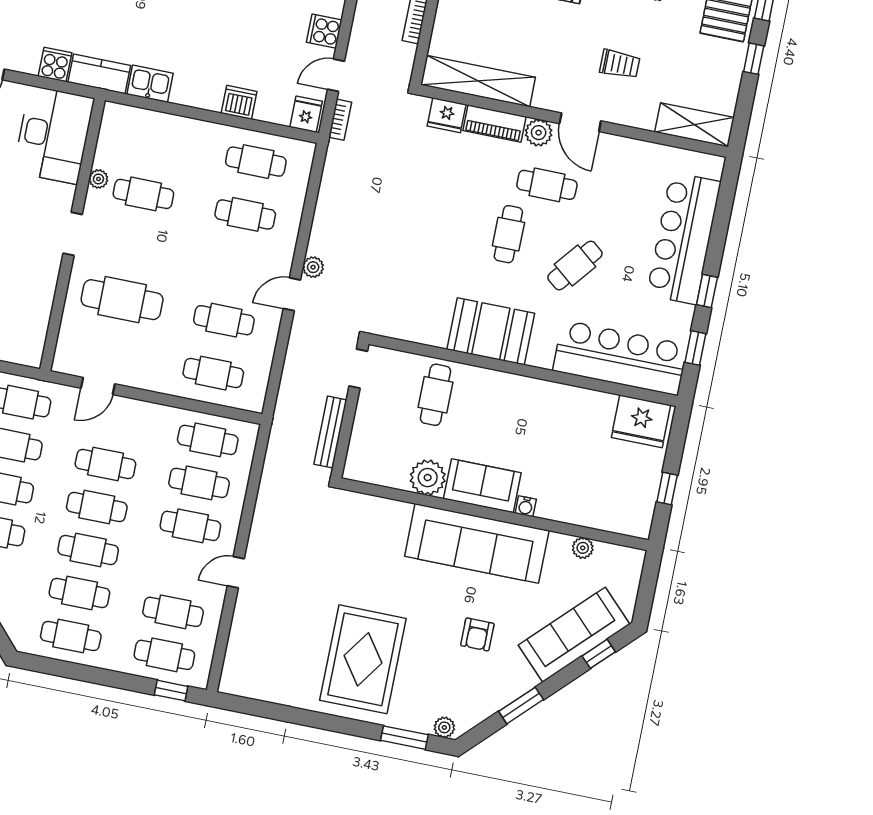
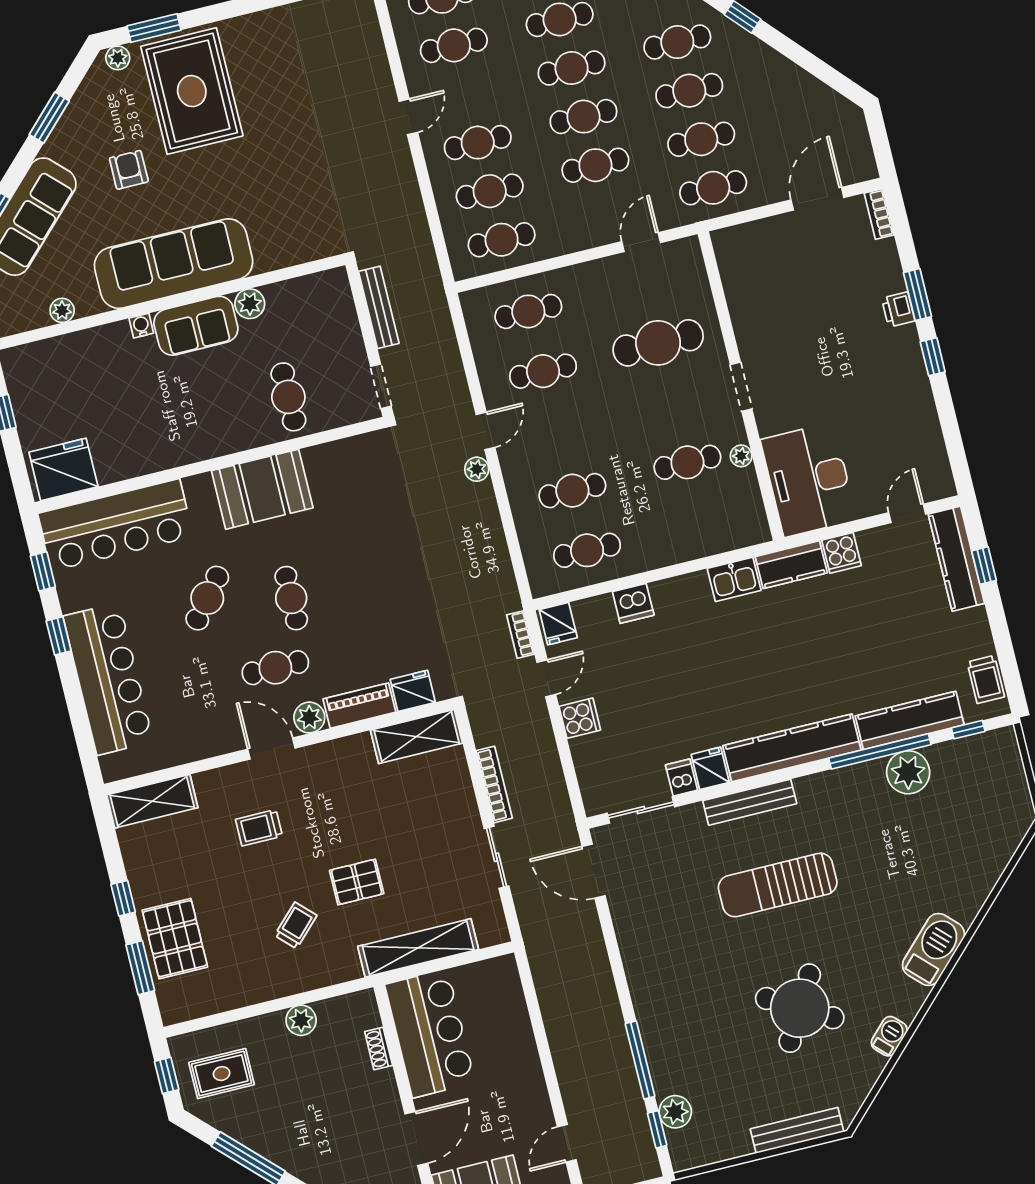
shelving: (478, 81) -> (417, 737), width x0.68
plant: (428, 478) -> (250, 304), width x0.73, depth x0.73
rug: (363, 659) -> (192, 91), moved

